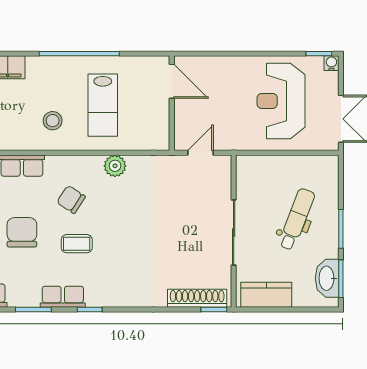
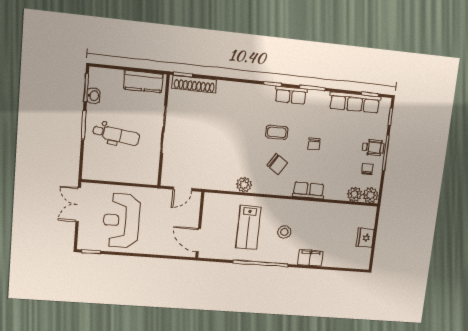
water cooler: (331, 63) -> (83, 244), removed
reception desk: (281, 101) -> (121, 221), turned 180
lab bench: (103, 105) -> (248, 227), turned 180
stool: (53, 121) -> (284, 232), moved
dental chair: (297, 219) -> (116, 135), turned -103
chair: (22, 232) -> (314, 144), width x0.54, depth x0.54
washbasin: (327, 278) -> (93, 96), width x0.52, depth x0.69

